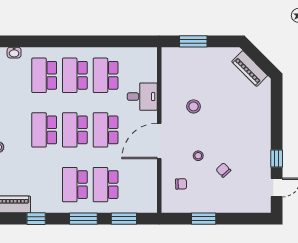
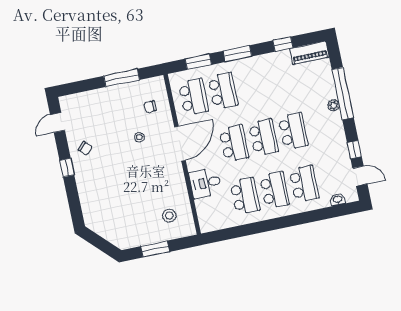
window: (193, 41) -> (155, 249), moved
piano: (250, 69) -> (107, 232), removed
stool: (194, 106) -> (169, 216), moved
window: (277, 159) -> (67, 168), moved
chair: (223, 170) -> (85, 148), moved
school desk: (75, 185) -> (193, 97), moved
window: (204, 219) -> (122, 78), width x1.44

